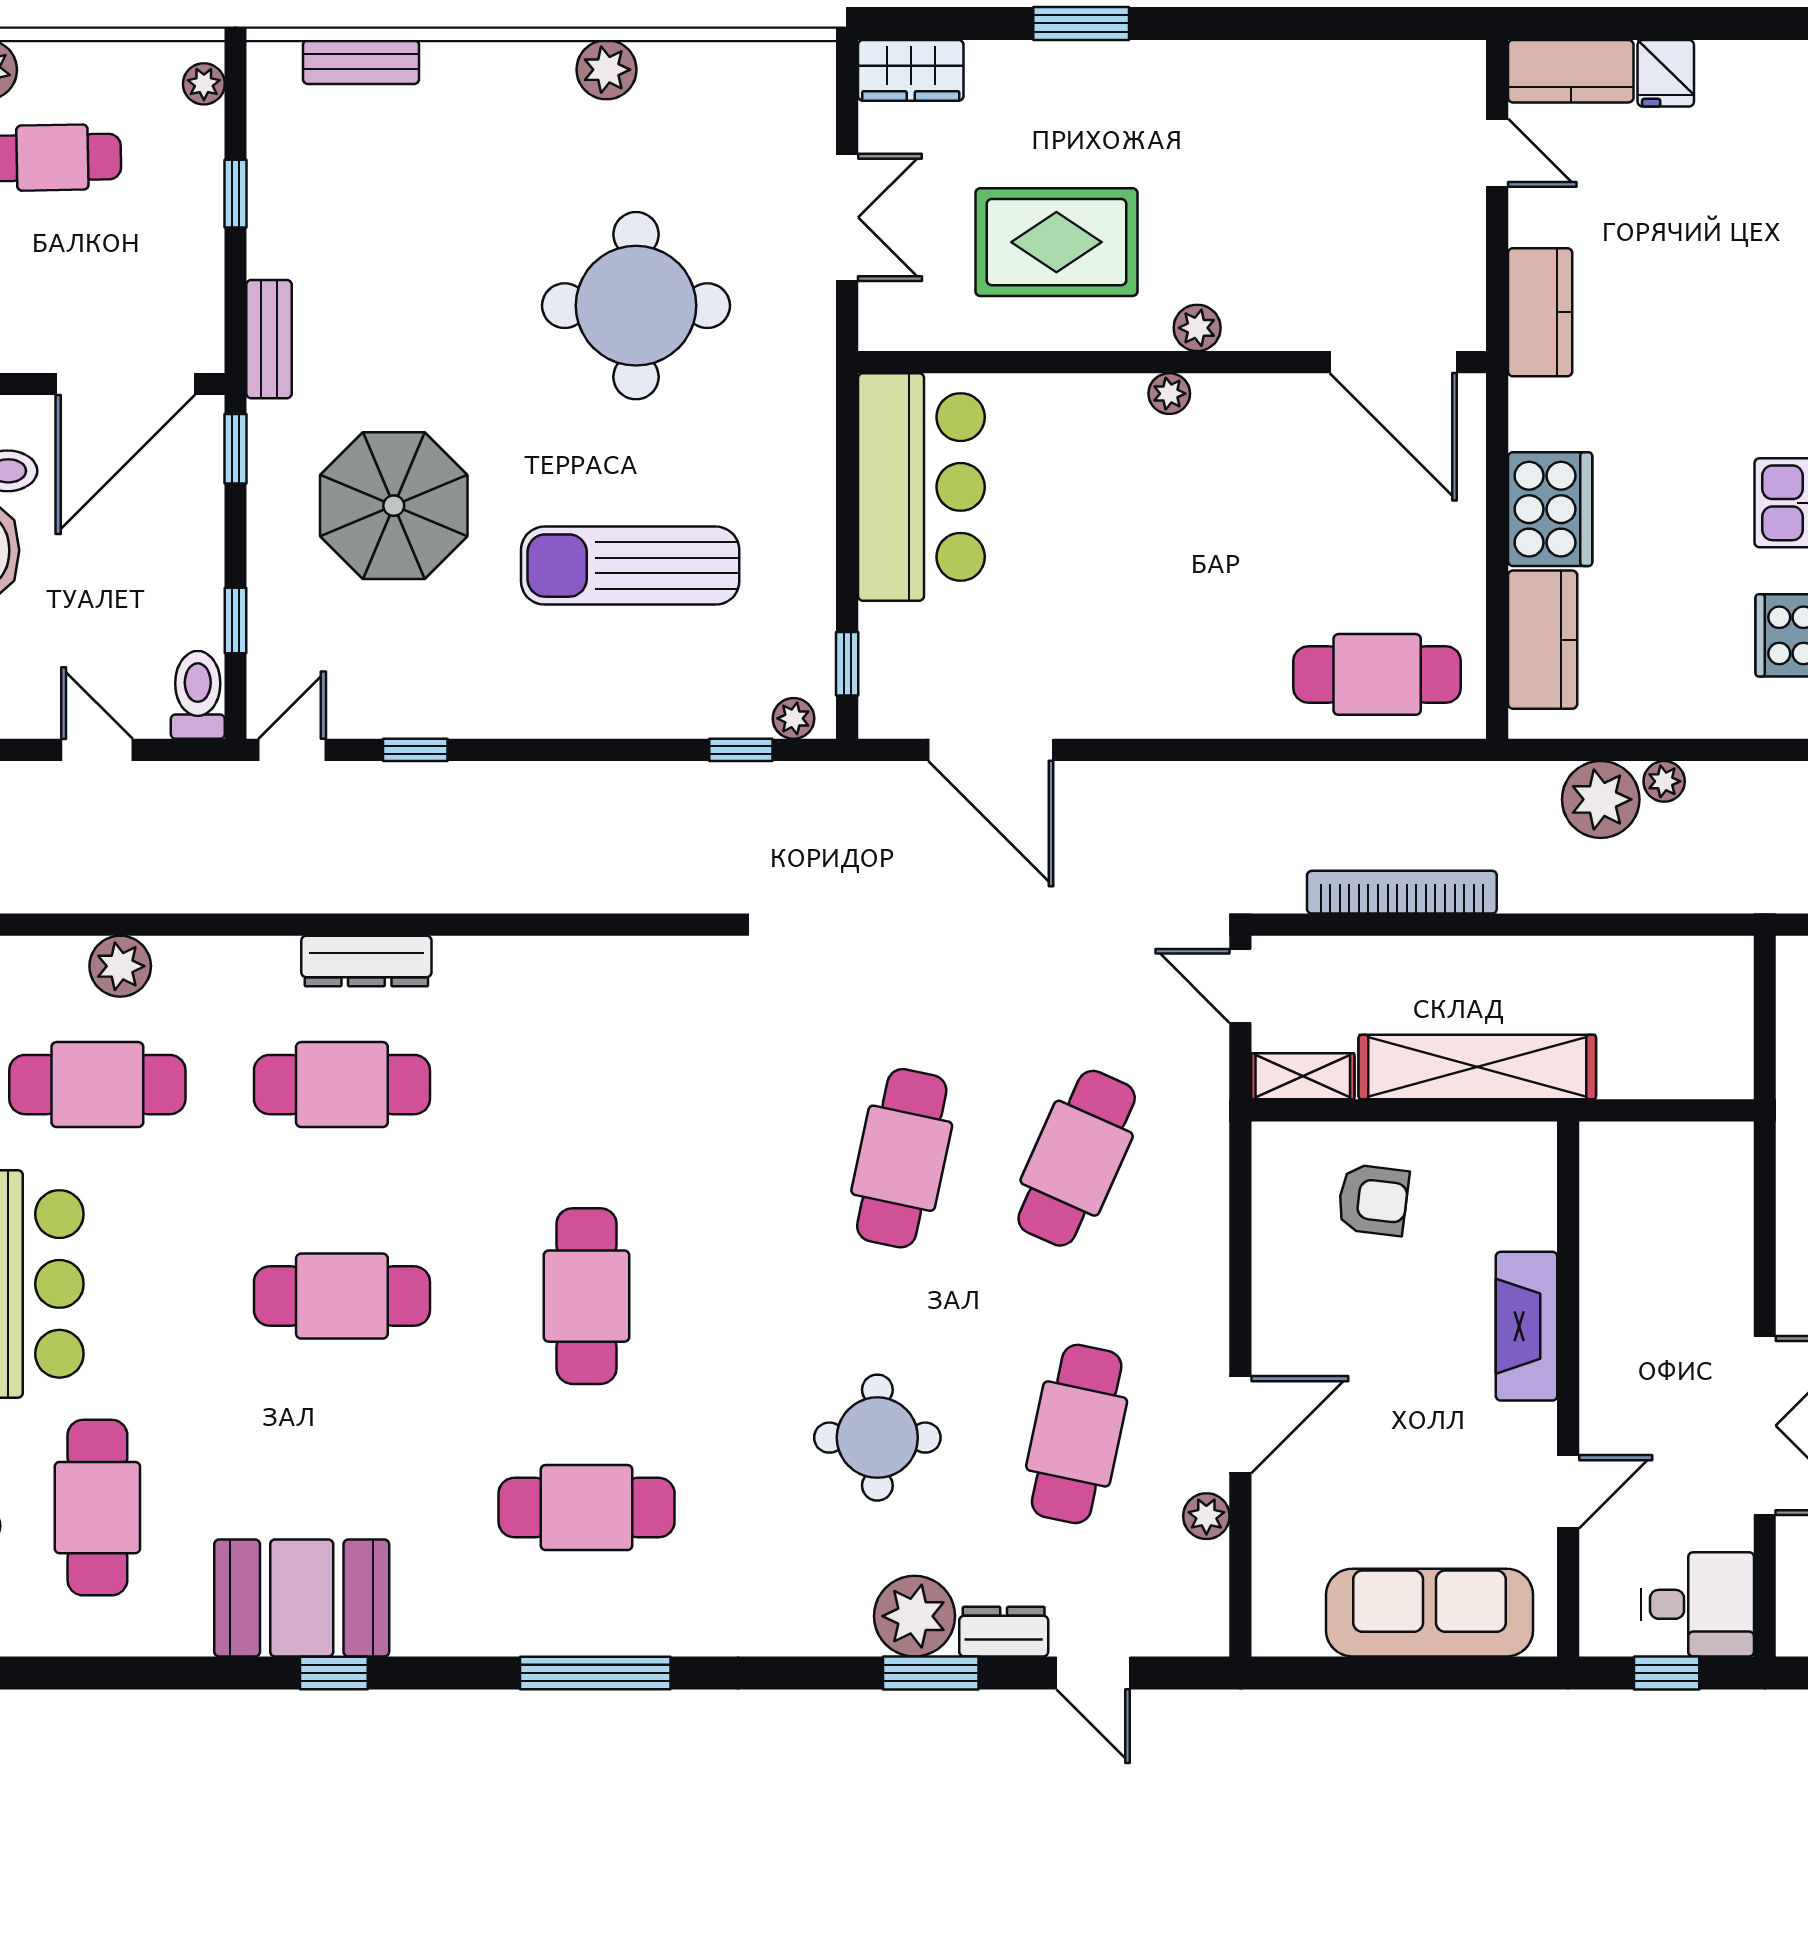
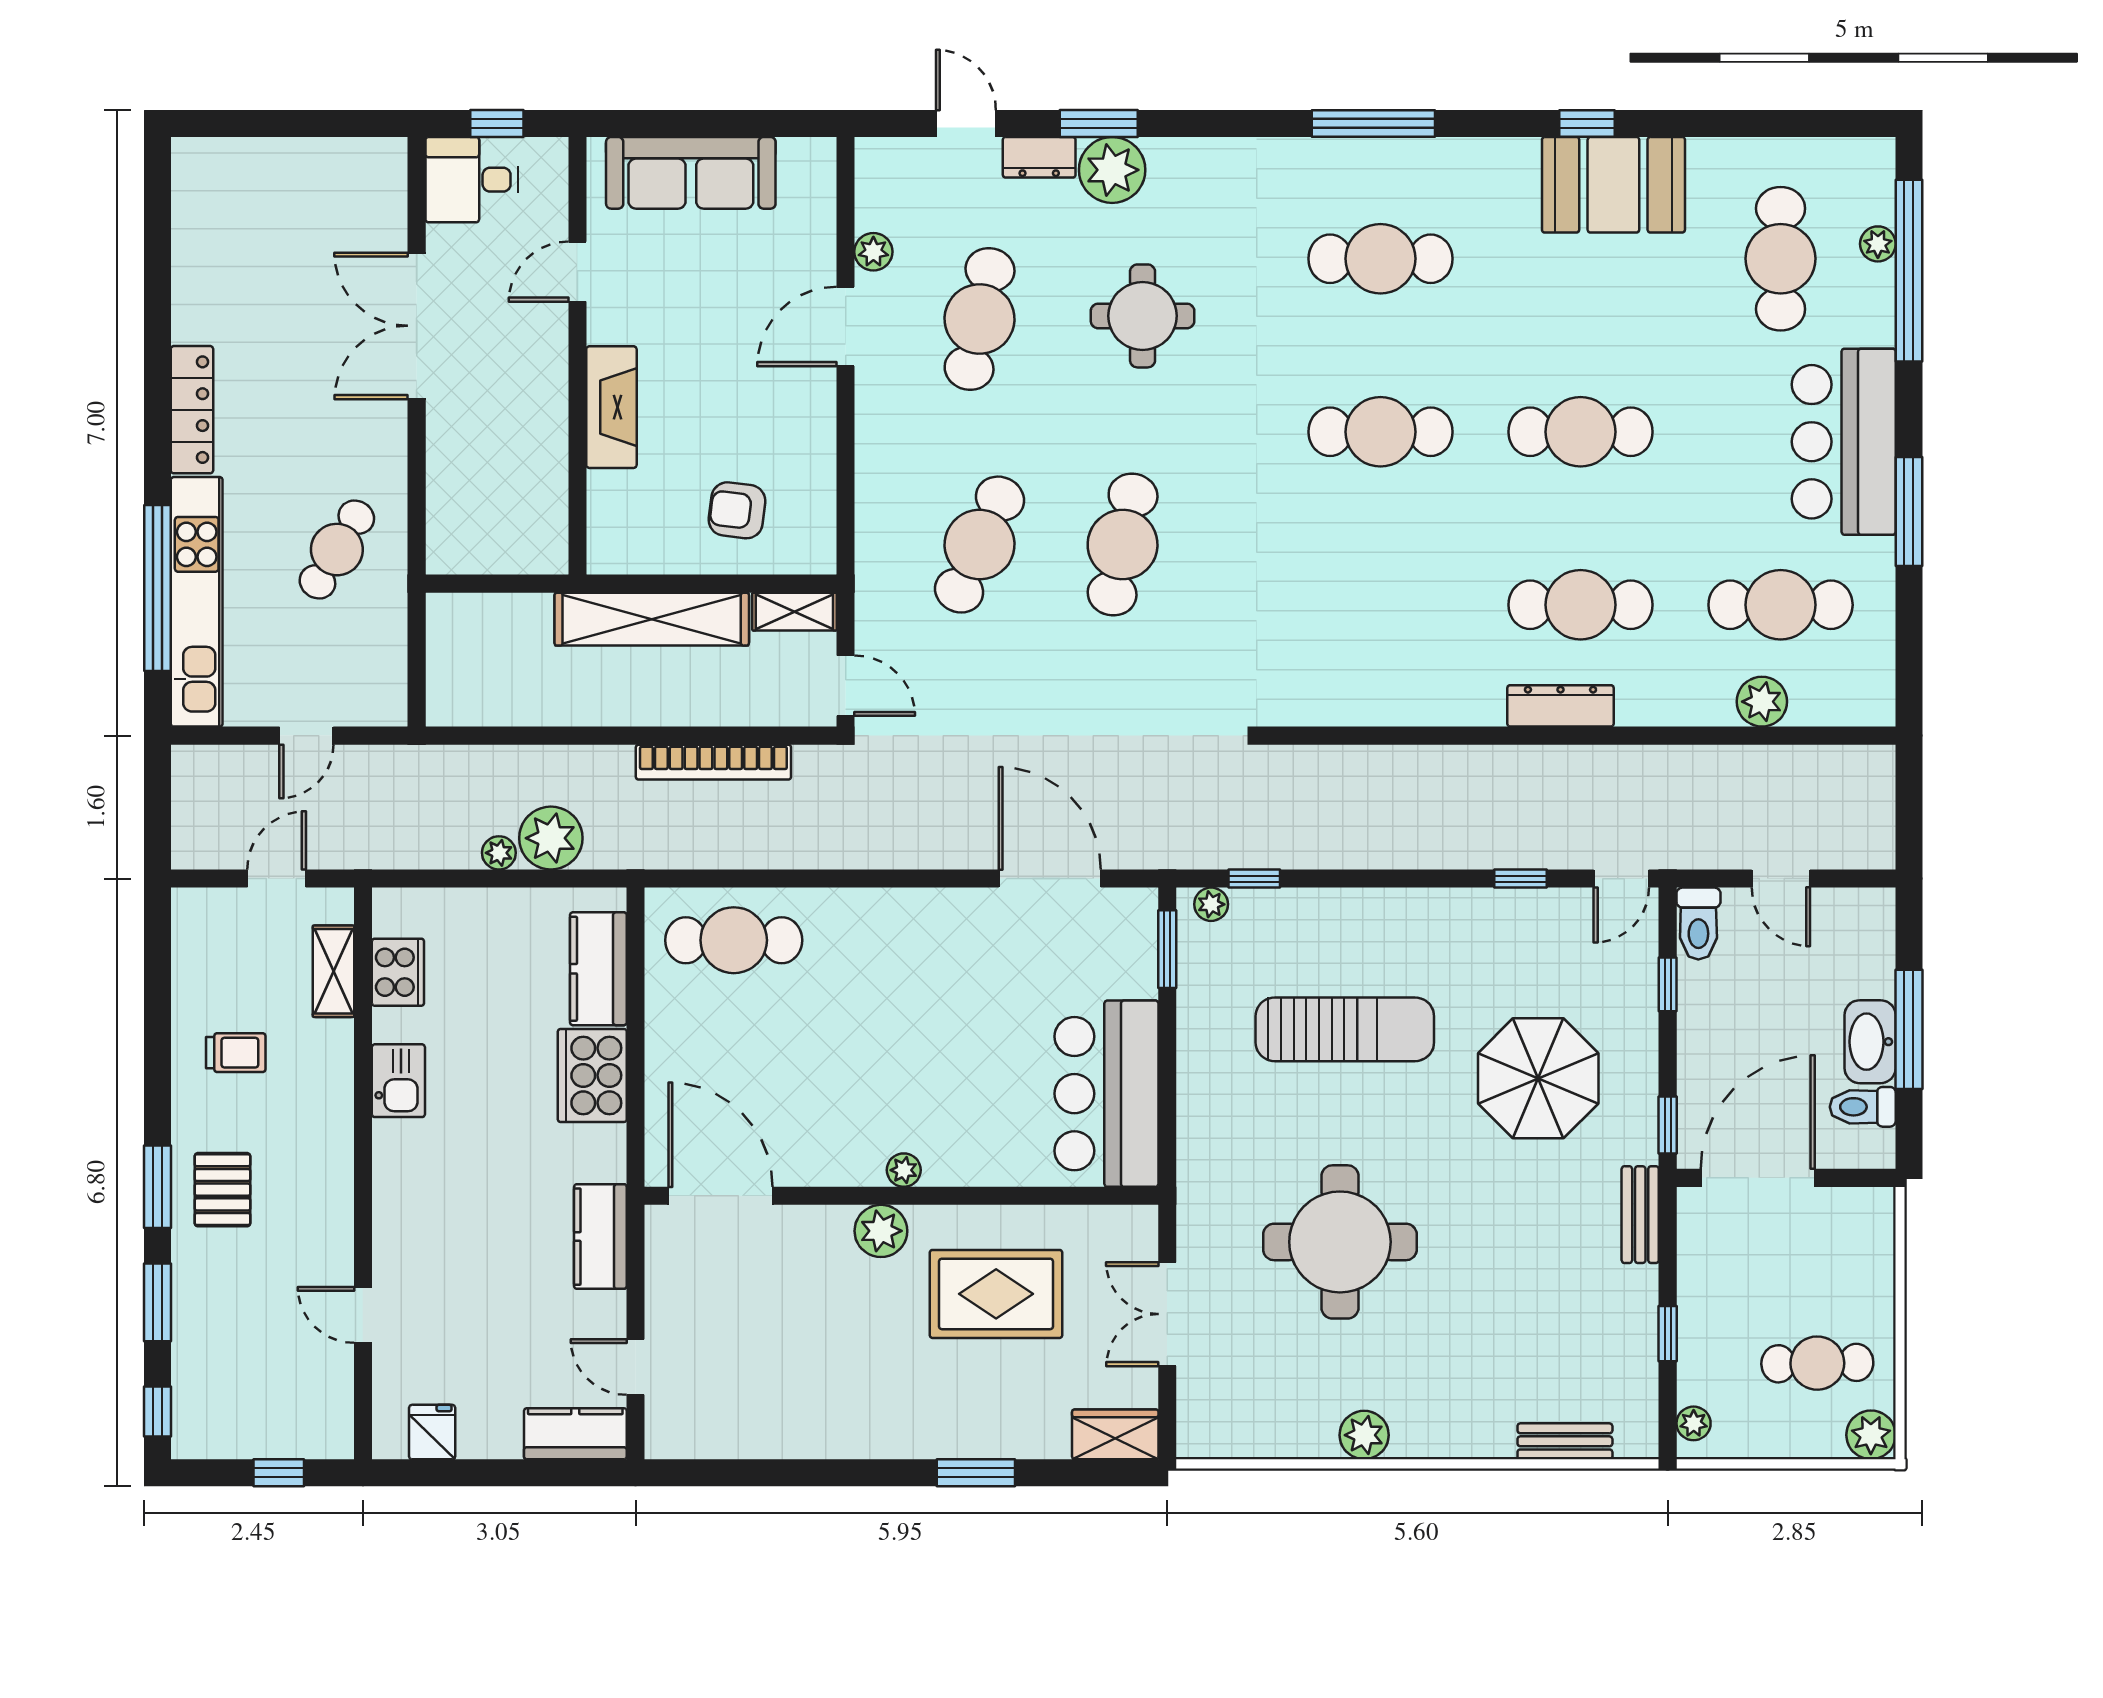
fridge: (1666, 73) -> (432, 1432), moved
plant: (1197, 328) -> (881, 1231), width x1.38, depth x1.38
window: (847, 664) -> (1167, 949), width x1.50
cafe table: (587, 1296) -> (1380, 432), turned 90

